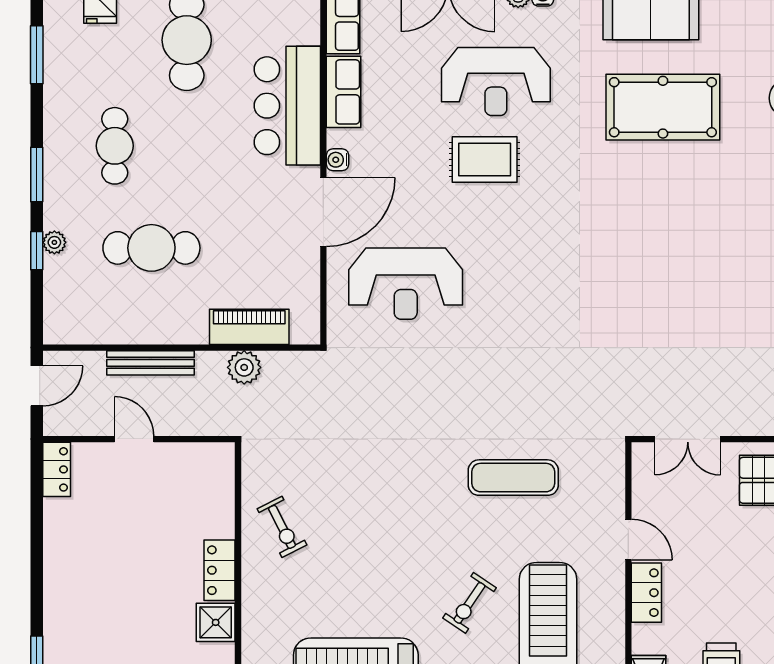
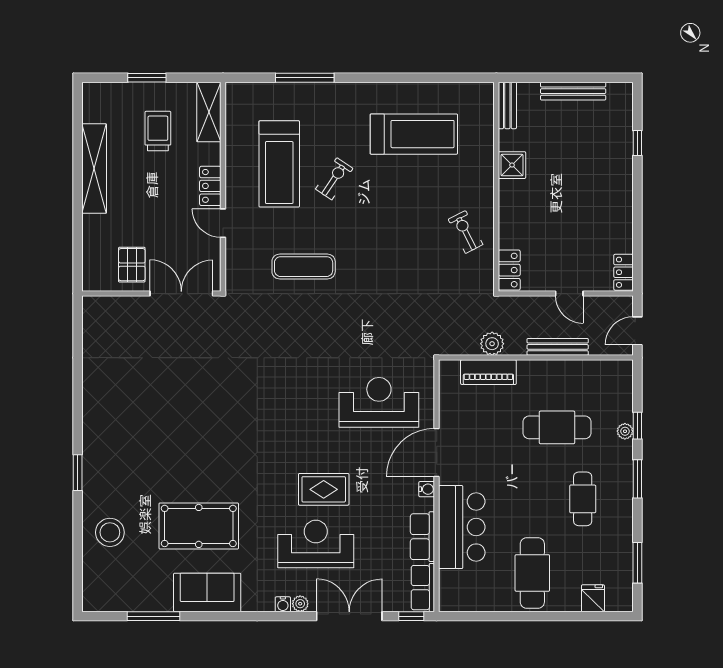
double door: (688, 439) -> (181, 294), width x1.37
locker: (220, 570) -> (509, 270), moved

